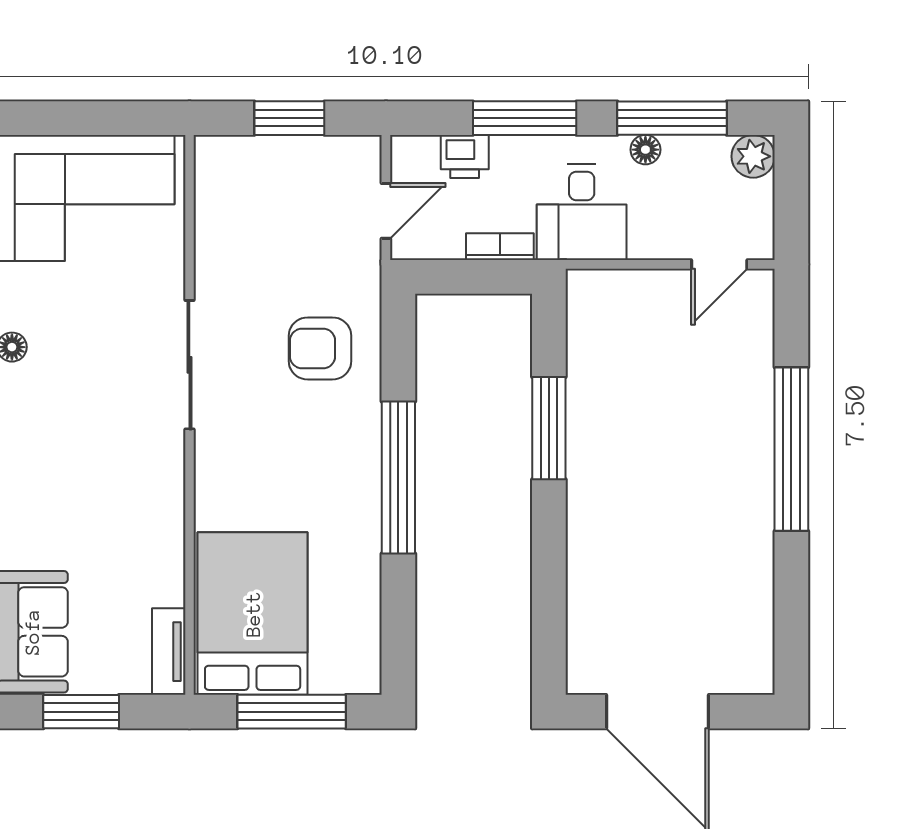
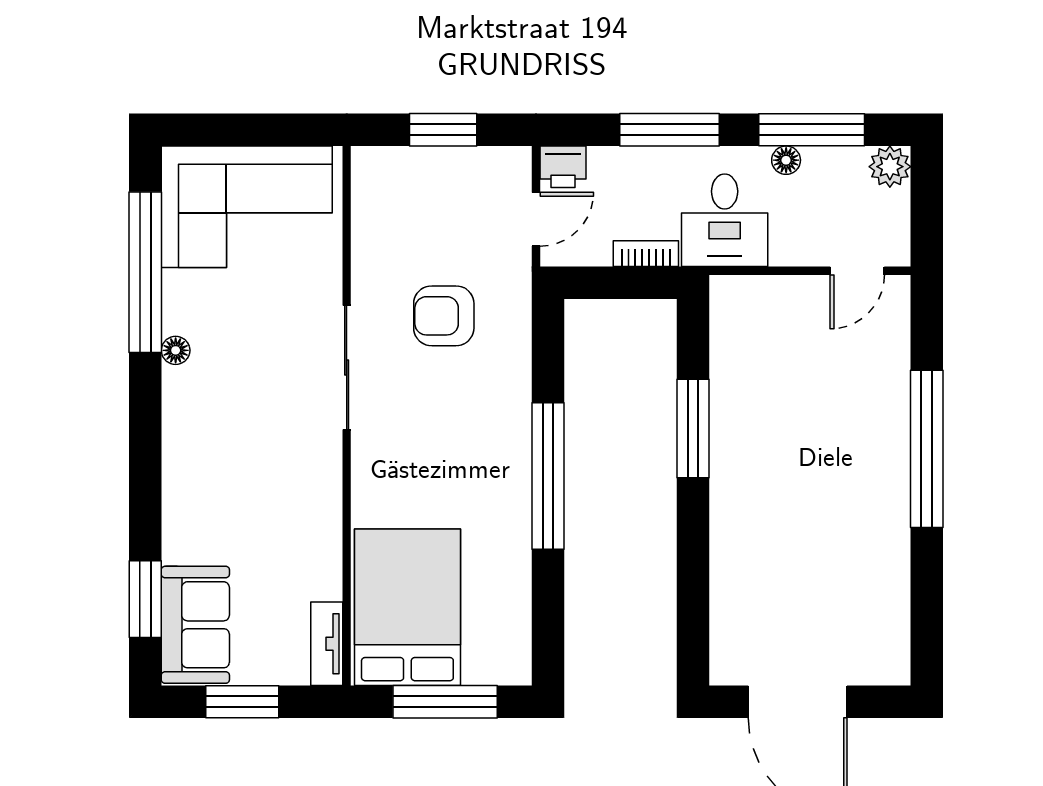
printer: (465, 156) -> (563, 167), moved
armchair: (320, 348) -> (444, 316), moved

